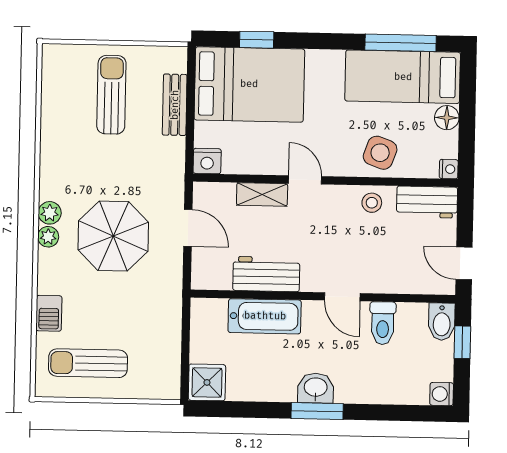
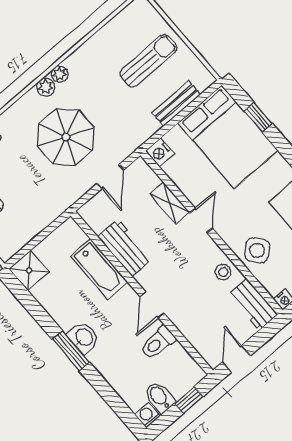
side table: (380, 153) -> (257, 250), turned 31
plant: (48, 237) -> (60, 74), moved
bidet: (442, 322) -> (160, 397), moved, turned 90

